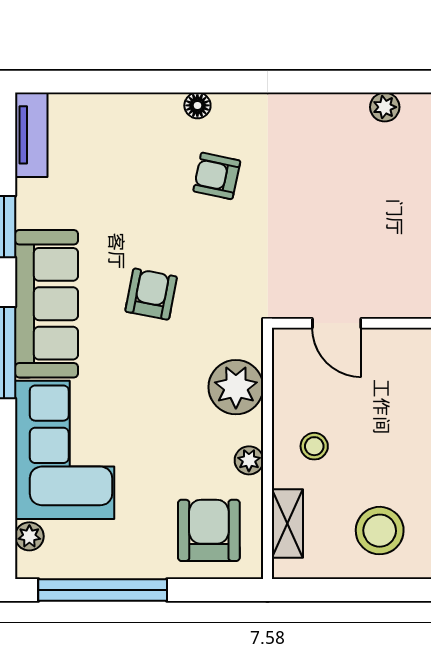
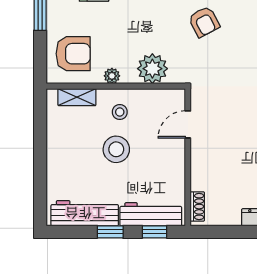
armchair: (151, 294) -> (204, 22), turned 51
stool: (380, 531) -> (116, 149), moved

